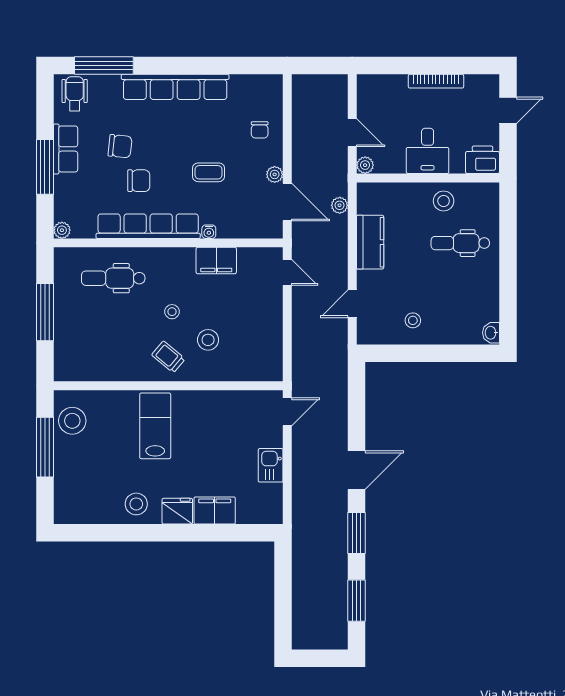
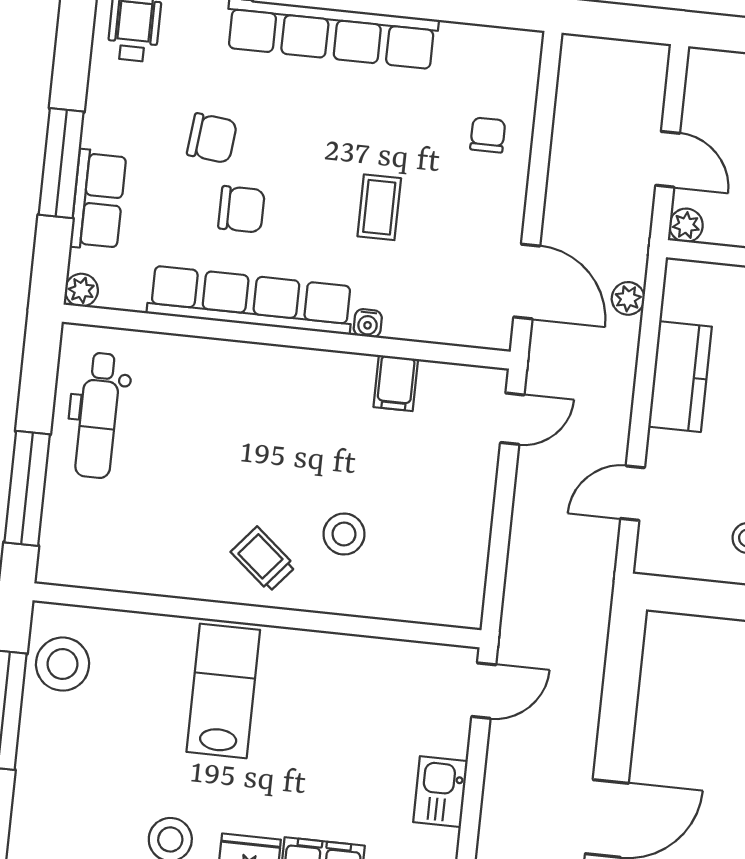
chair: (260, 130) -> (488, 135), turned 180
row of seats: (66, 149) -> (98, 200), moved
coffee table: (208, 172) -> (379, 207), turned 90
plant: (275, 174) -> (508, 225), removed
filing cabinet: (216, 261) -> (396, 383), width x0.50
door: (287, 272) -> (512, 419), hinge flipped
dental chair: (113, 278) -> (98, 415), moved, turned -90
window: (45, 312) -> (27, 488), moved
stool: (172, 312) -> (279, 472), removed

